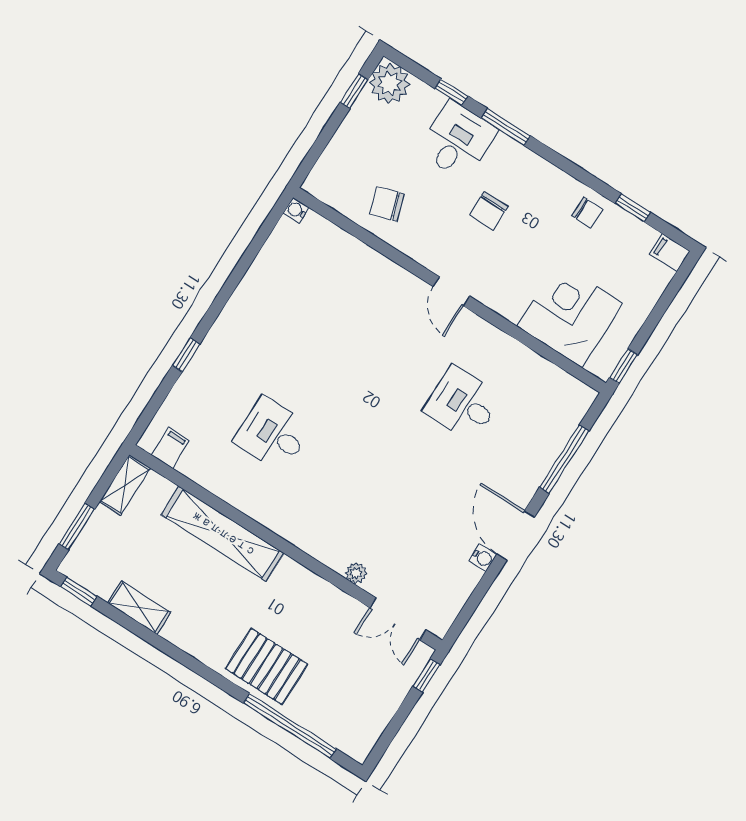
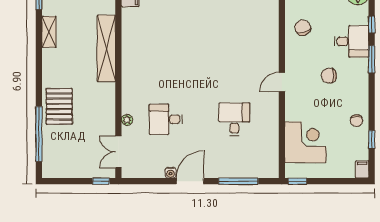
desk: (273, 434) -> (166, 119), moved, turned -90

